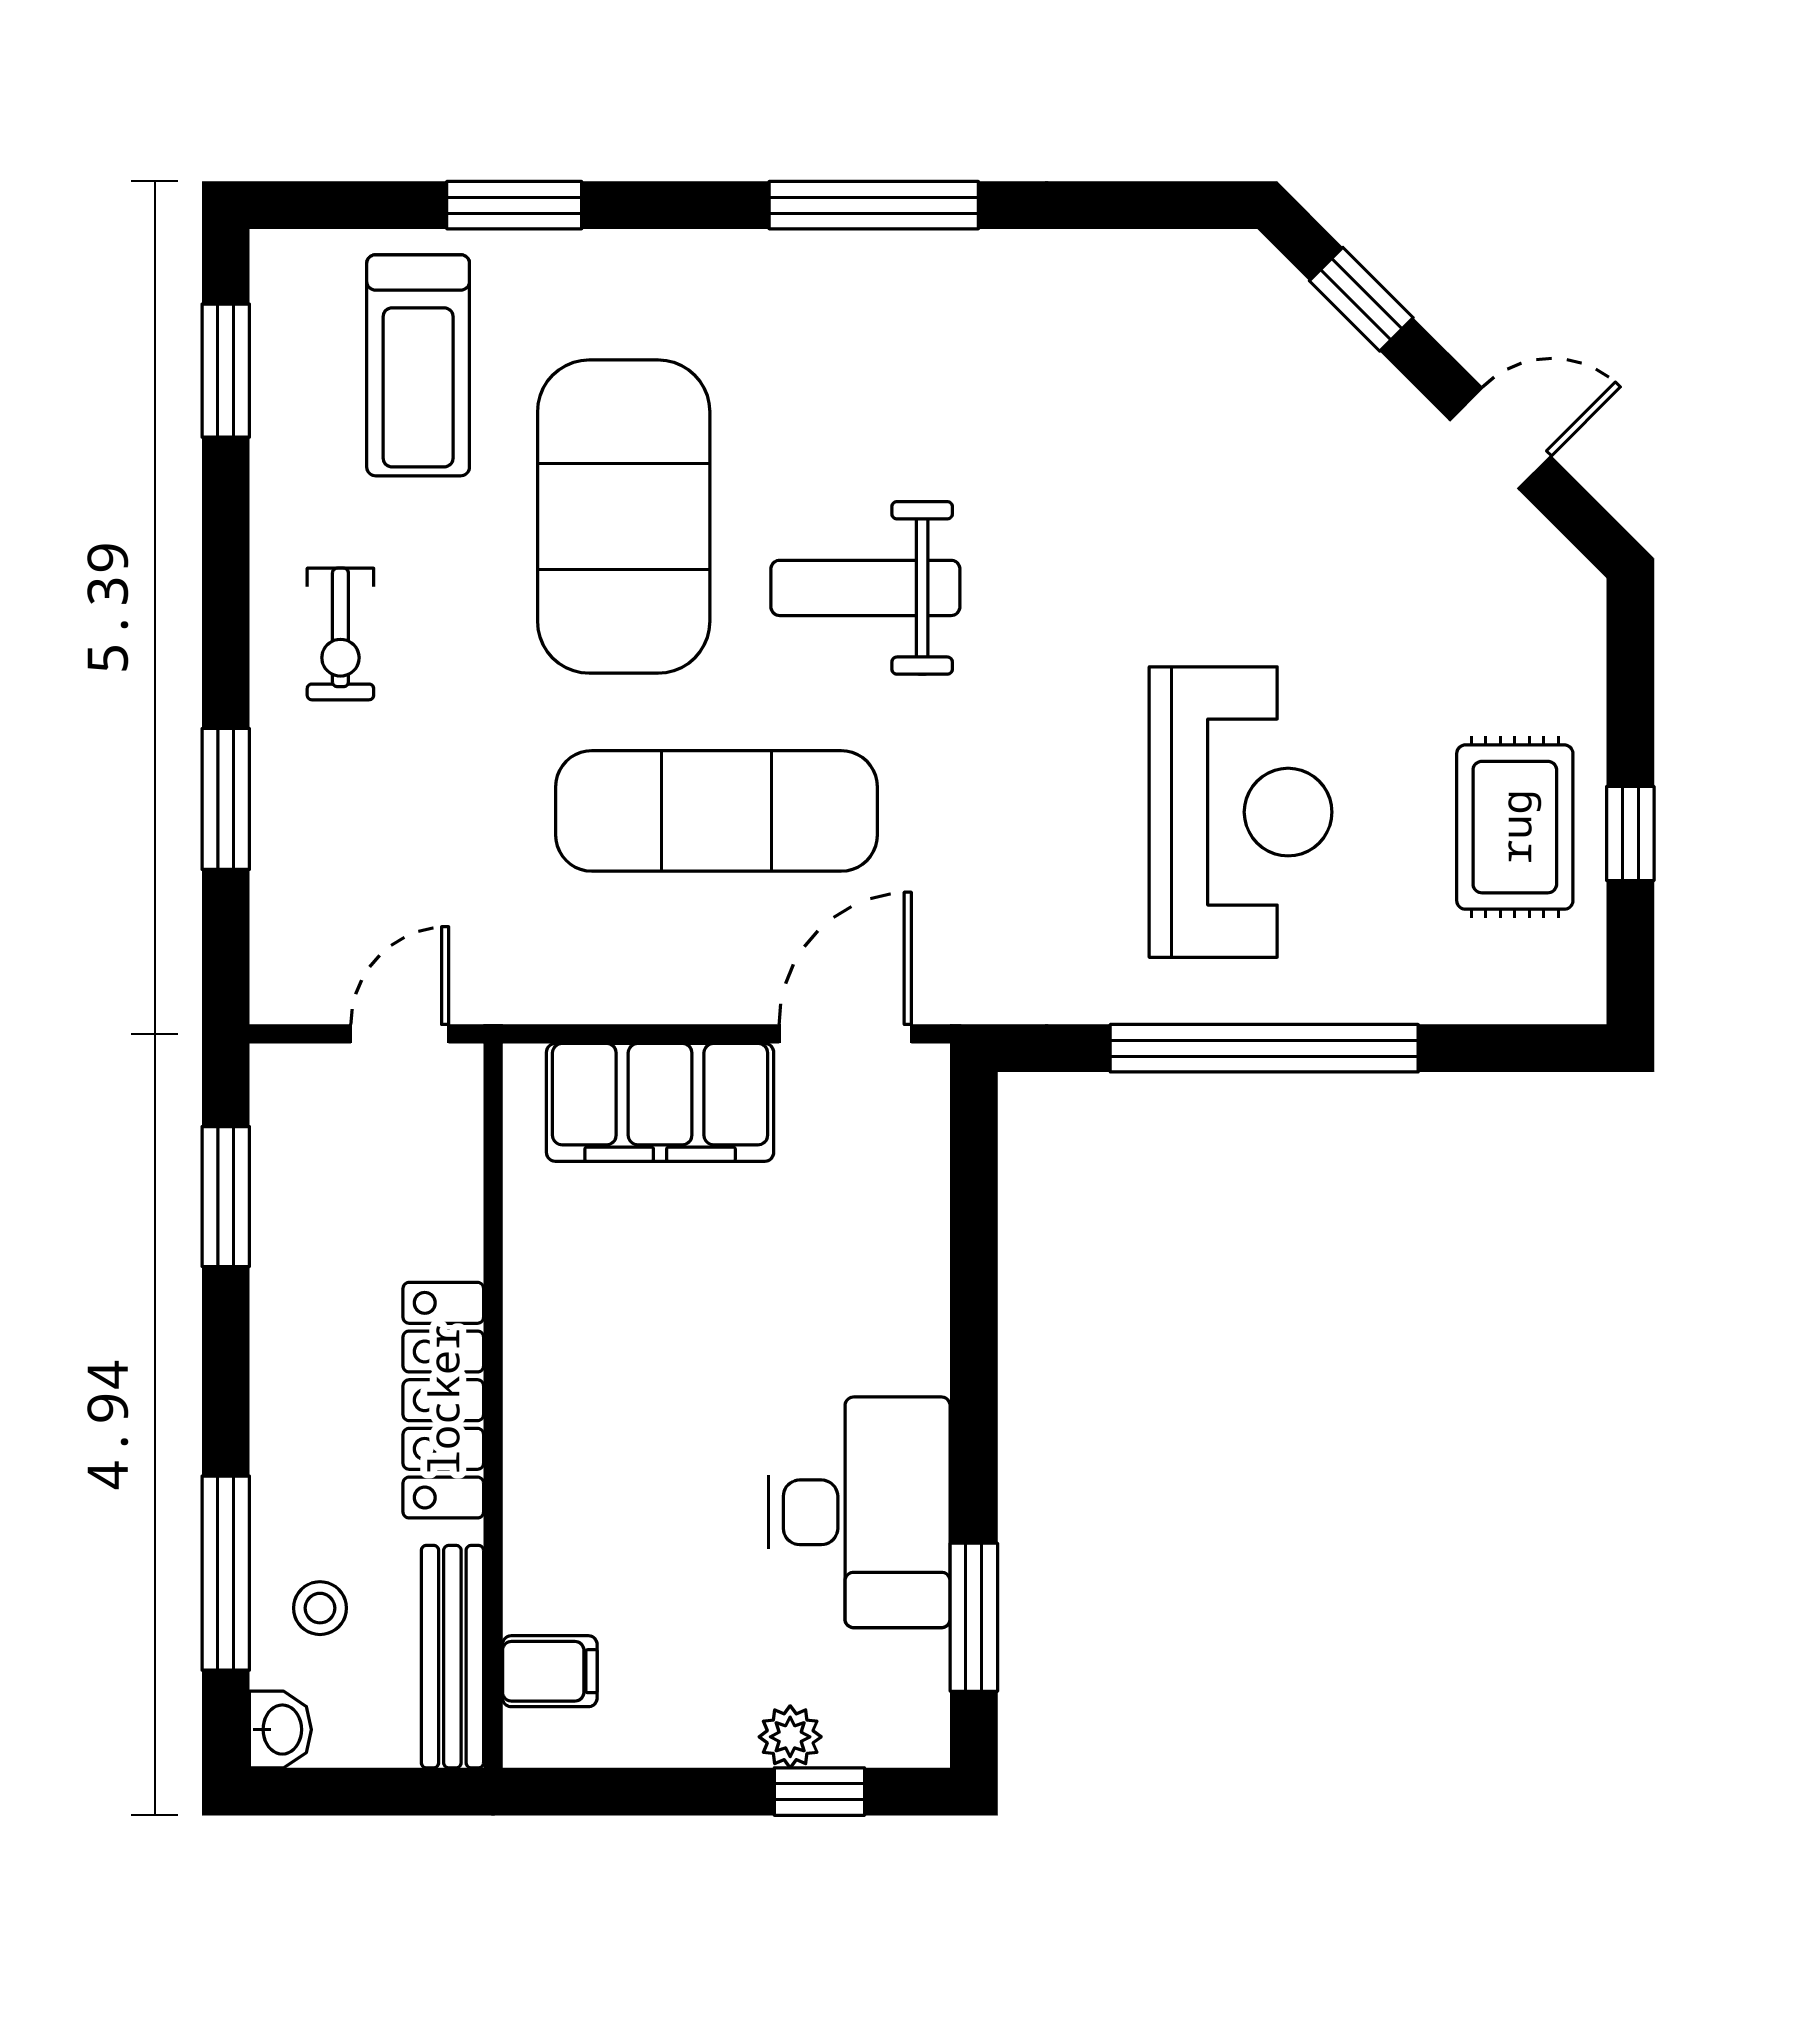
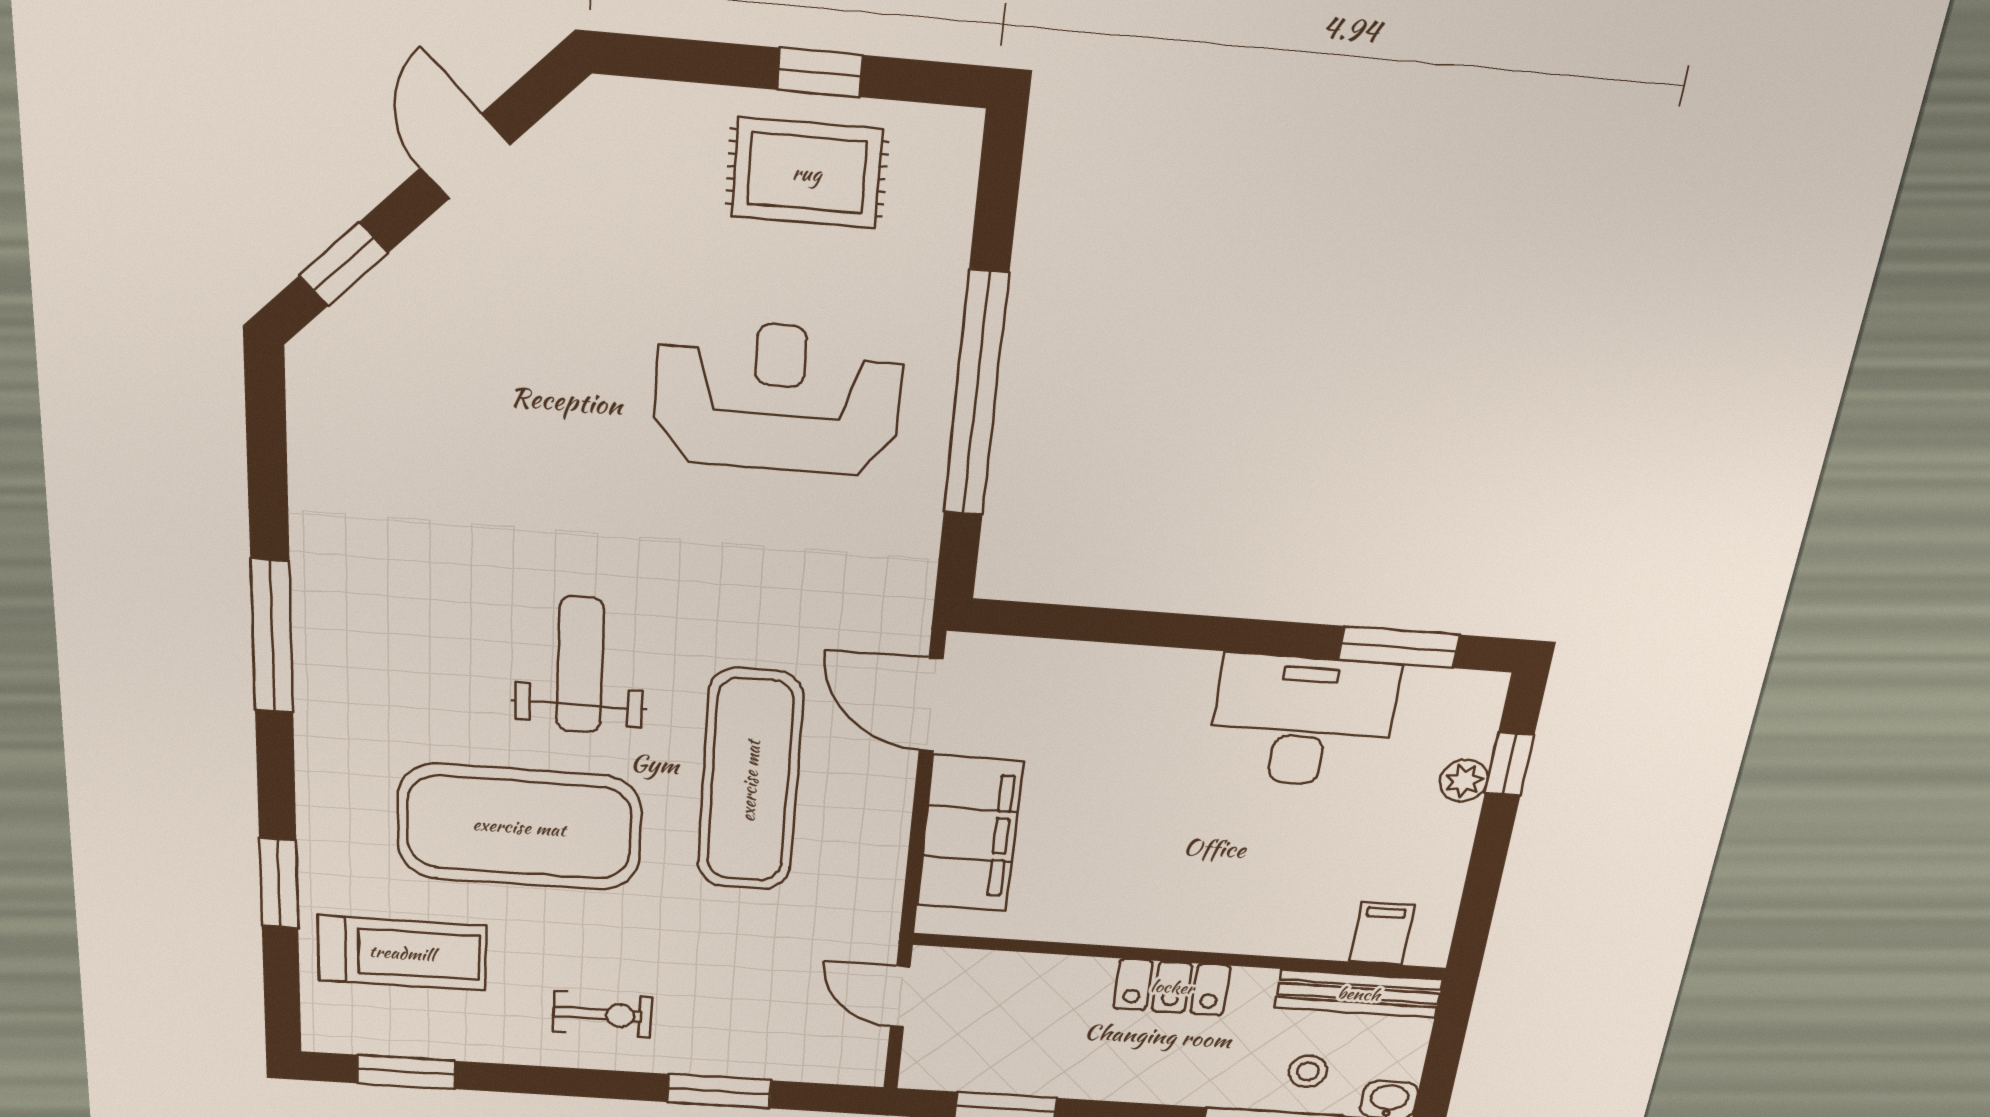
weight bench: (865, 588) -> (580, 665), turned 180
locker: (443, 1400) -> (1172, 987), width x0.66

